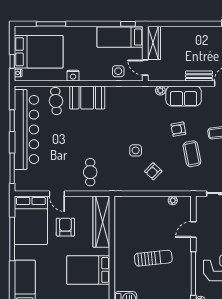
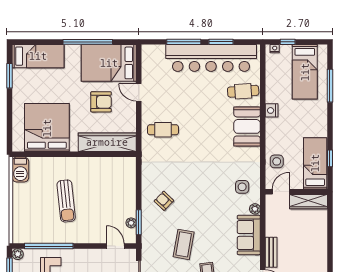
window: (128, 24) -> (330, 158), moved
bed: (39, 52) -> (305, 72), width x0.67
armchair: (178, 129) -> (211, 229), removed
side table: (136, 150) -> (242, 187), moved
coffee table: (192, 154) -> (184, 244), turned -69
window: (12, 168) -> (184, 42), moved
door: (57, 194) -> (139, 92), hinge flipped
window: (172, 194) -> (139, 222), added
door: (193, 230) -> (115, 246), moved
bed: (88, 270) -> (47, 128), width x1.36

